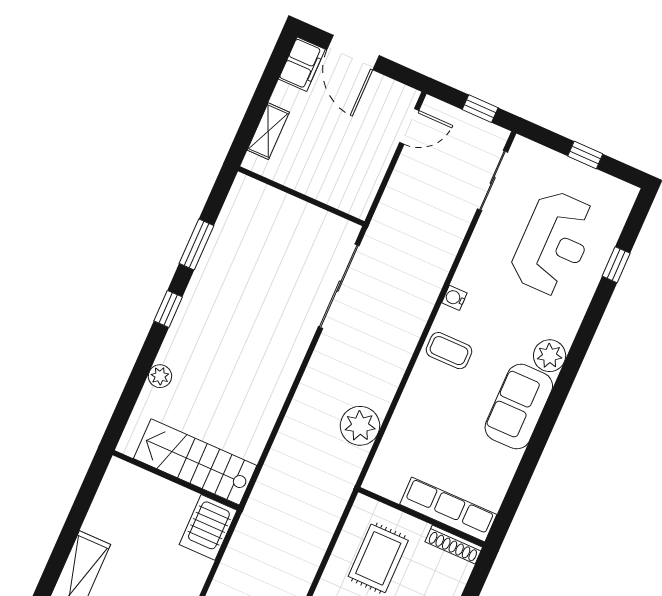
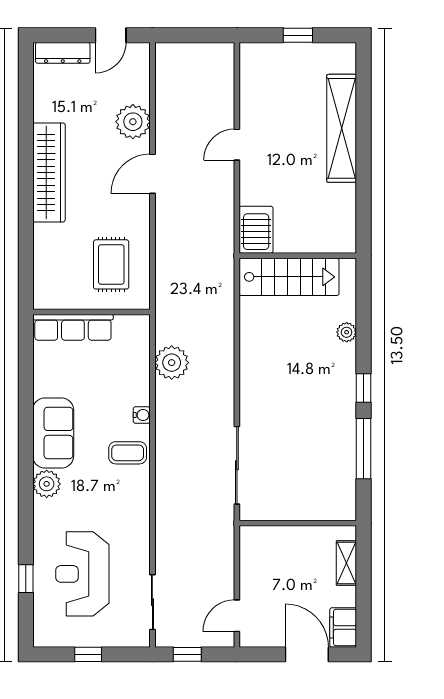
window: (197, 245) -> (364, 449), width x1.44
water cooler: (454, 298) -> (142, 415), moved
shoe rack: (454, 545) -> (56, 302), removed

